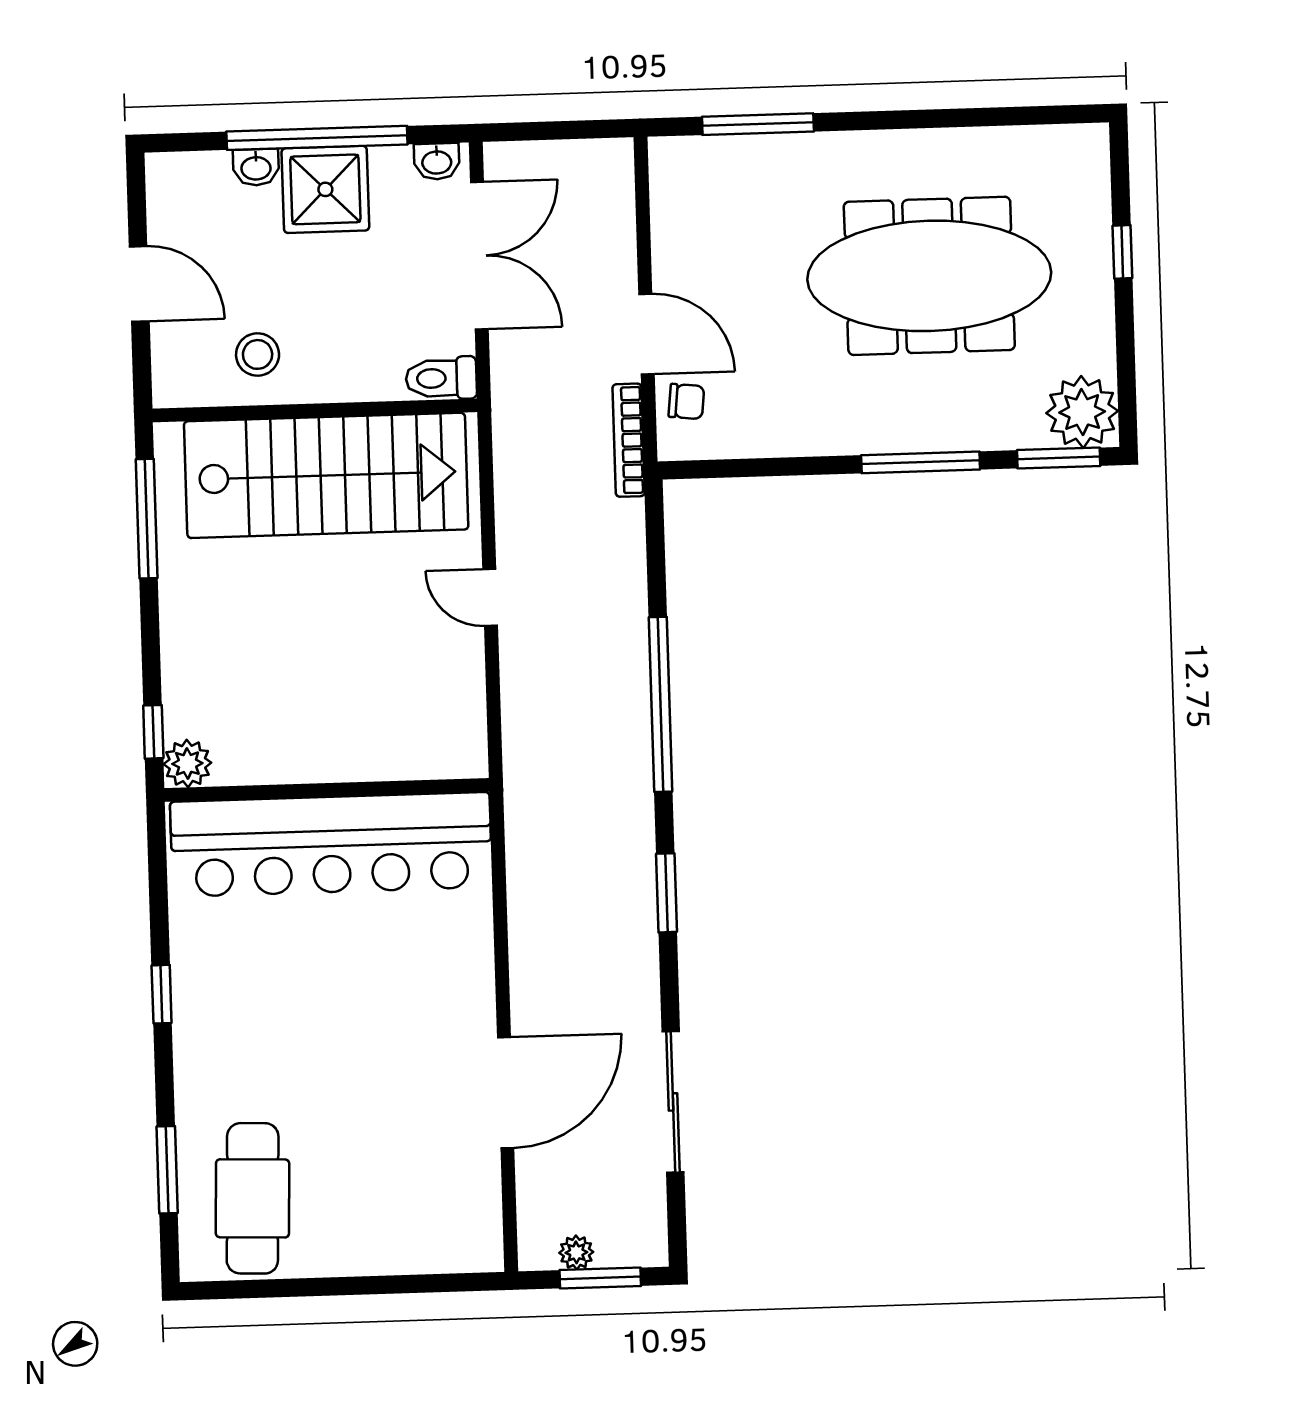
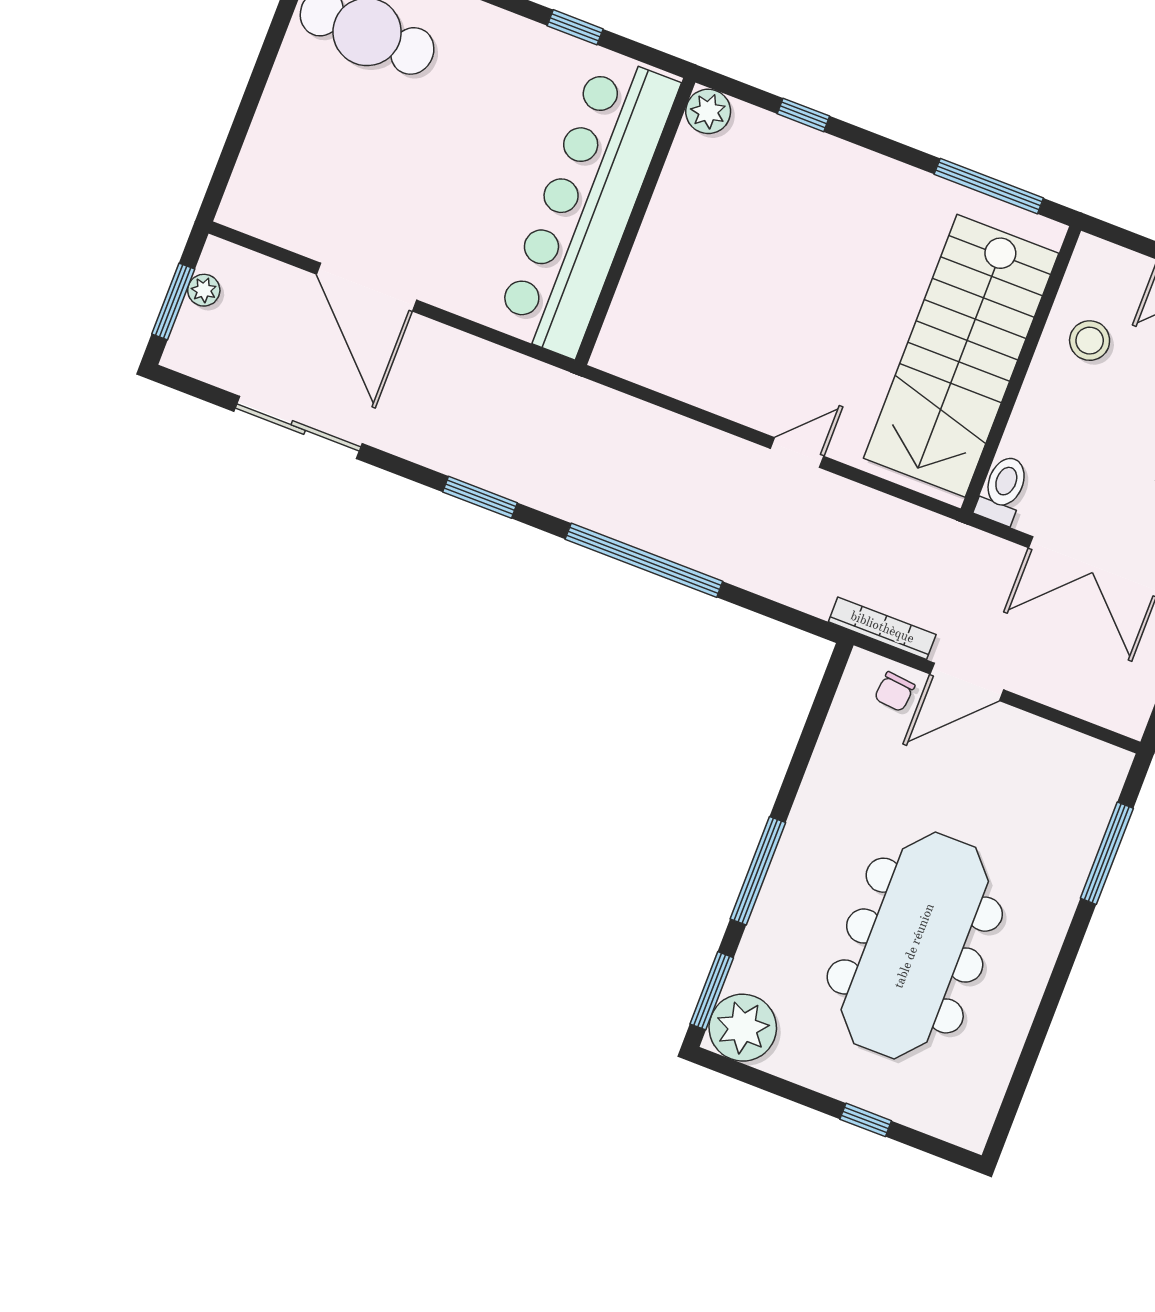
plant: (187, 763) -> (708, 111), moved
wall: (327, 790) -> (635, 221), moved
bar counter: (331, 844) -> (587, 206), moved

